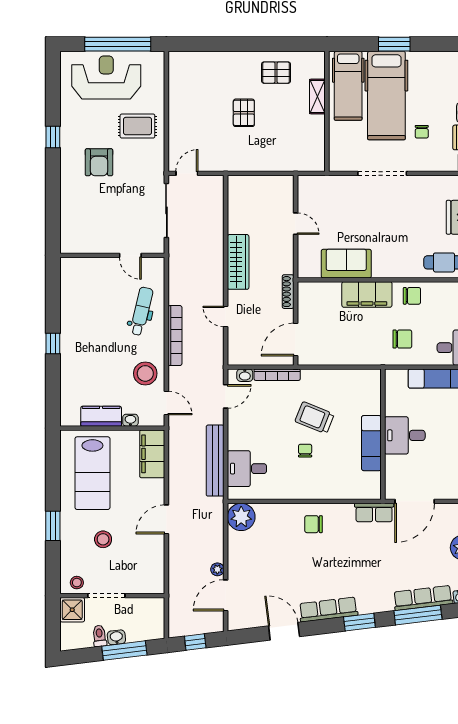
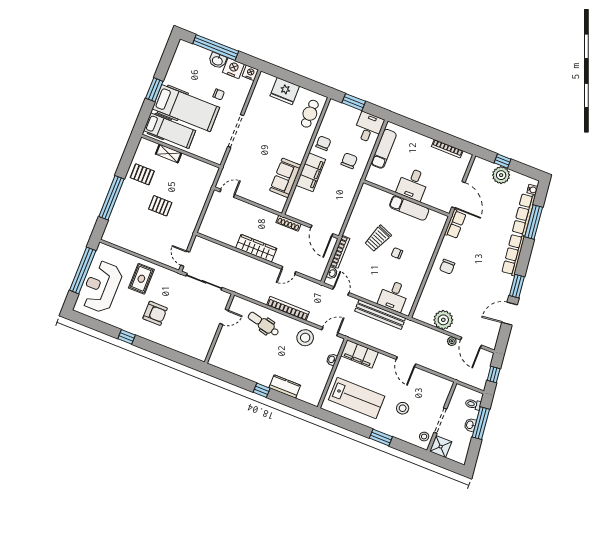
window: (229, 44) -> (112, 198), added
pallet: (276, 73) -> (142, 174), turned 90
door: (296, 224) -> (227, 193), moved
kitchen counter: (101, 416) -> (285, 386), moved, turned 90
plant: (241, 517) -> (443, 320), moved
row of seats: (328, 609) -> (513, 255), moved
window: (359, 622) -> (517, 286), moved
toilet: (99, 636) -> (473, 404), moved

